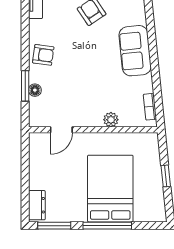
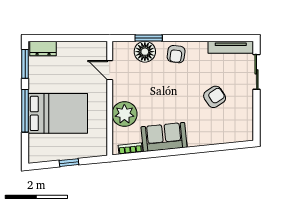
sofa: (135, 51) -> (164, 137), moved
floor lamp: (35, 90) -> (145, 52), width x1.89, depth x1.89
plant: (111, 120) -> (124, 114), width x1.88, depth x1.88

